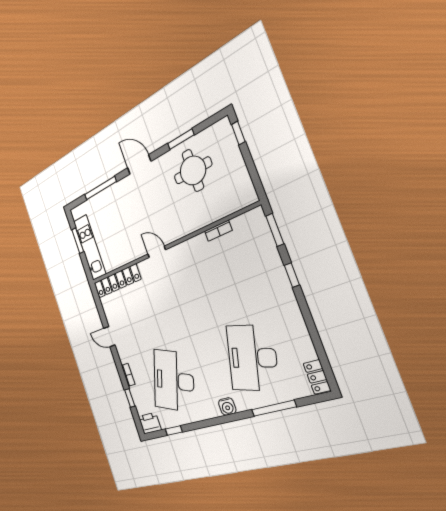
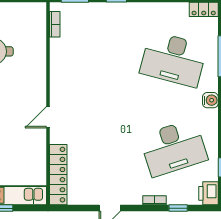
bookcase: (218, 231) -> (55, 24), moved
desk: (174, 381) -> (174, 148), turned -39

